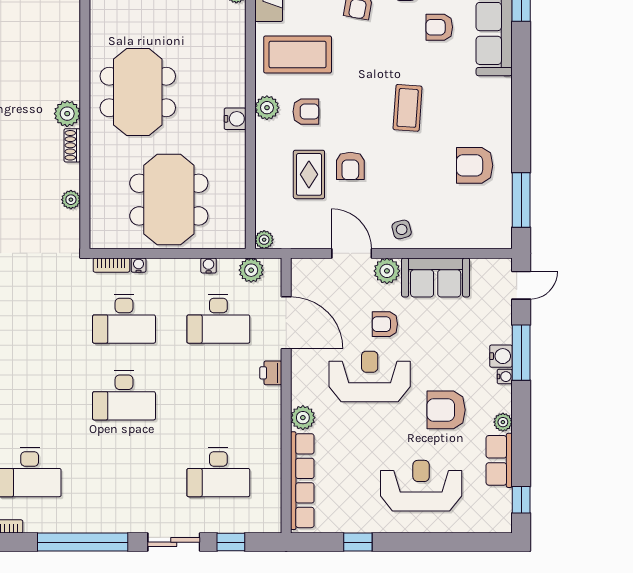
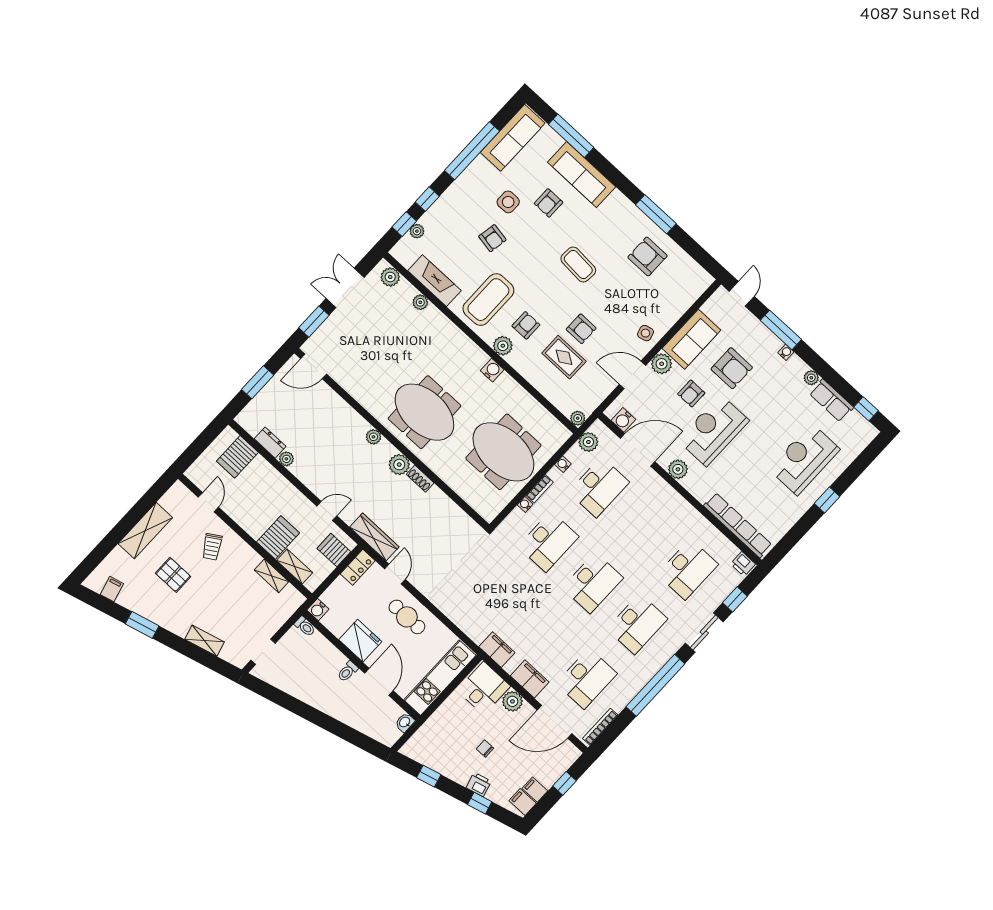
armchair: (475, 165) -> (647, 256), turned 90
plant: (71, 200) -> (373, 437), moved
window: (521, 200) -> (656, 214), moved
bookcase: (111, 265) -> (540, 489), moved
water cooler: (501, 356) -> (623, 420), moved, turned 180
printer: (271, 373) -> (743, 564), moved
armchair: (446, 410) -> (732, 368), moved, turned -90
plant: (303, 418) -> (678, 469), moved
desk: (124, 472) -> (637, 624), added
window: (358, 542) -> (827, 500), moved

